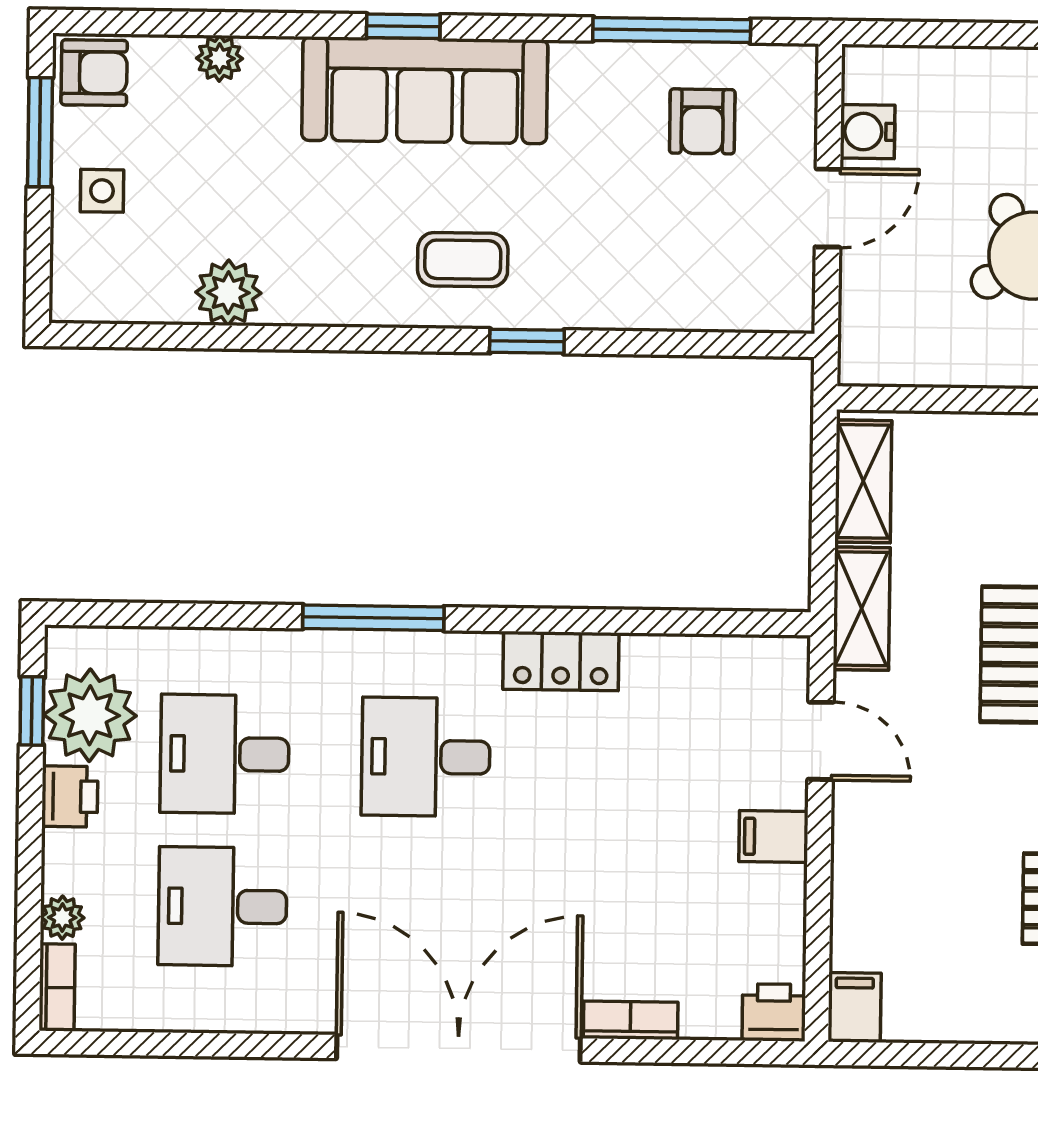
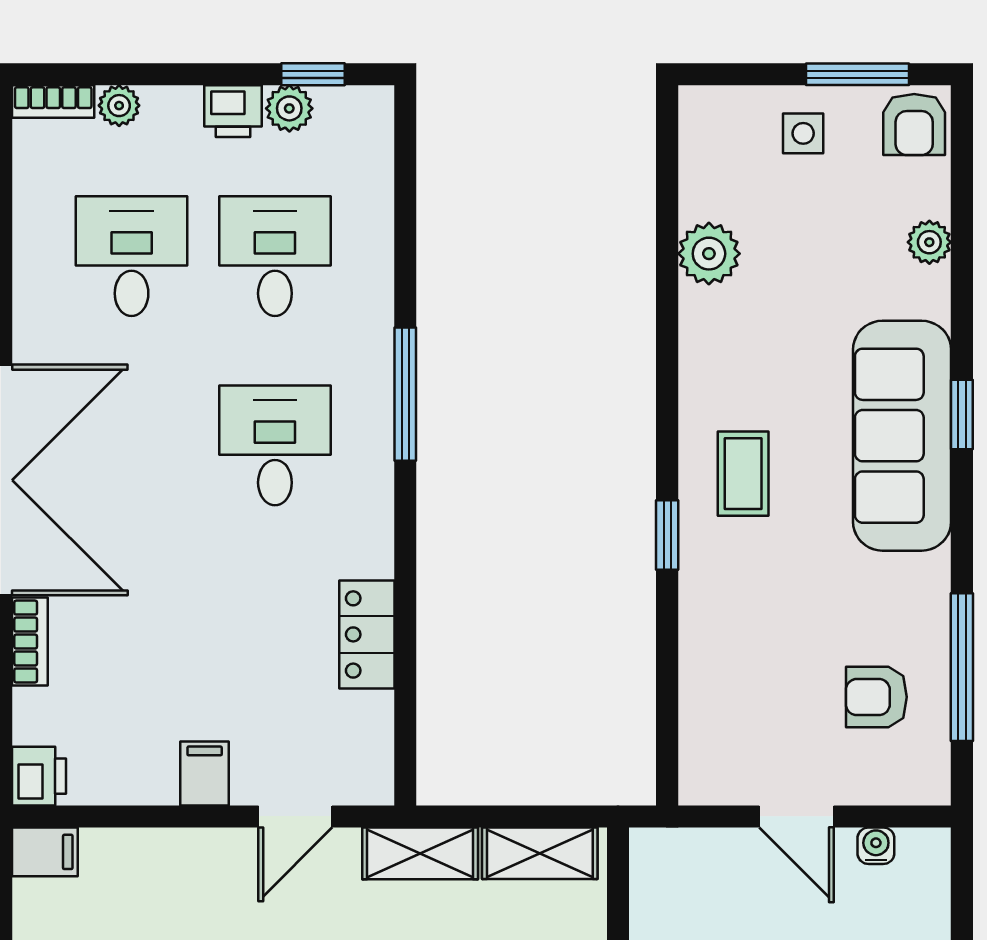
water cooler: (868, 132) -> (876, 846), width x0.72, depth x0.72
locker: (561, 661) -> (367, 634), moved
plant: (90, 715) -> (289, 108), width x0.53, depth x0.53

